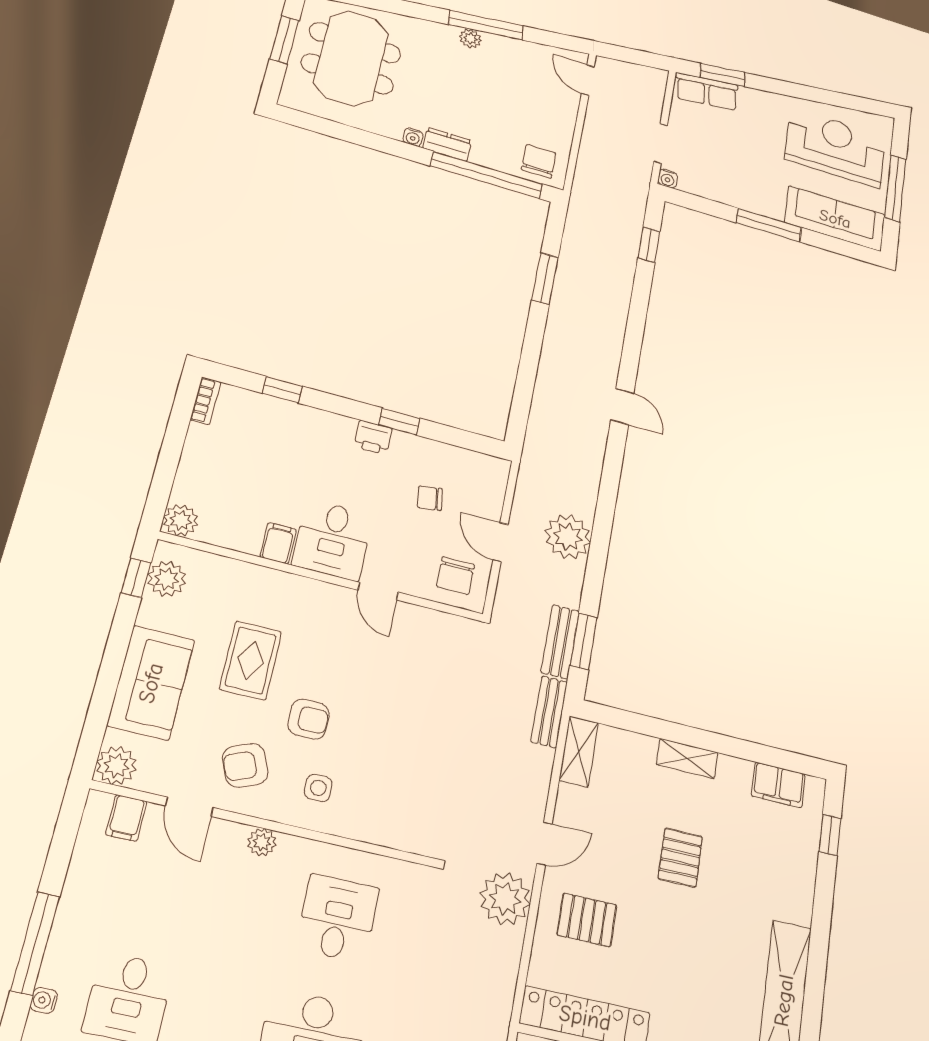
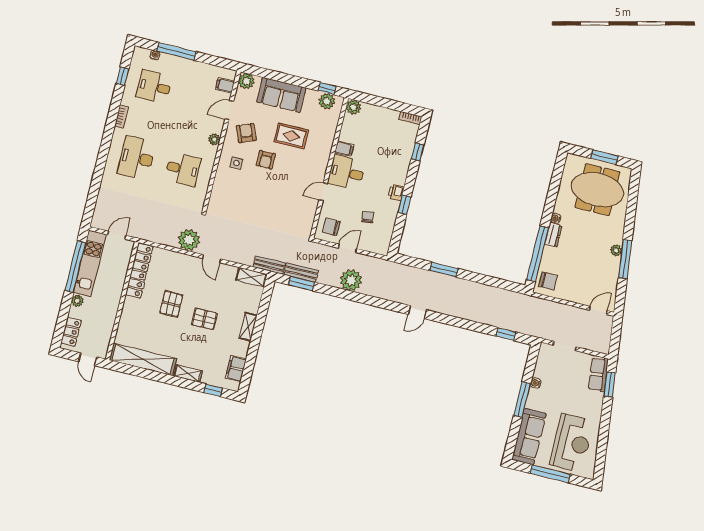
water cooler: (668, 179) -> (536, 383), moved
window: (545, 279) -> (444, 270), moved
shelving: (802, 893) -> (188, 373), added
pallet: (587, 920) -> (171, 304), moved

